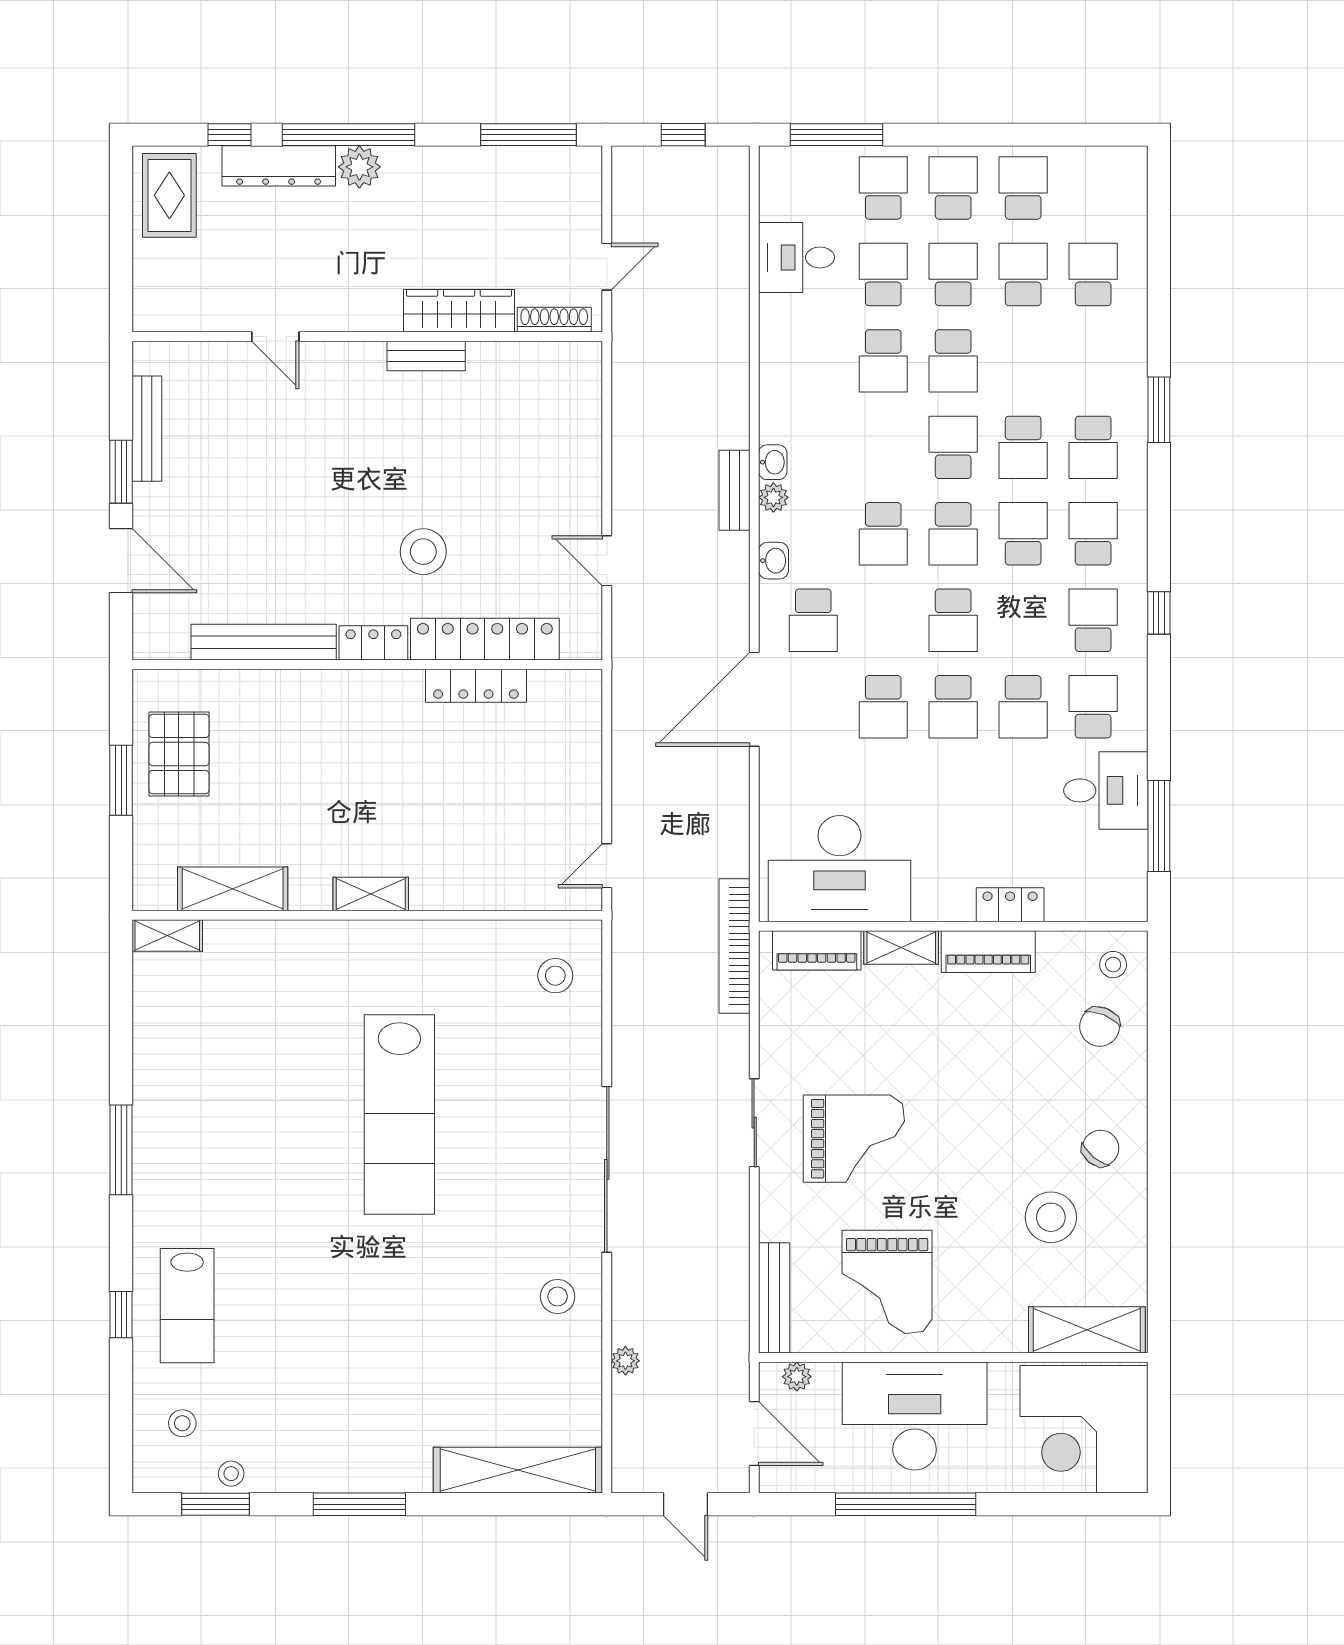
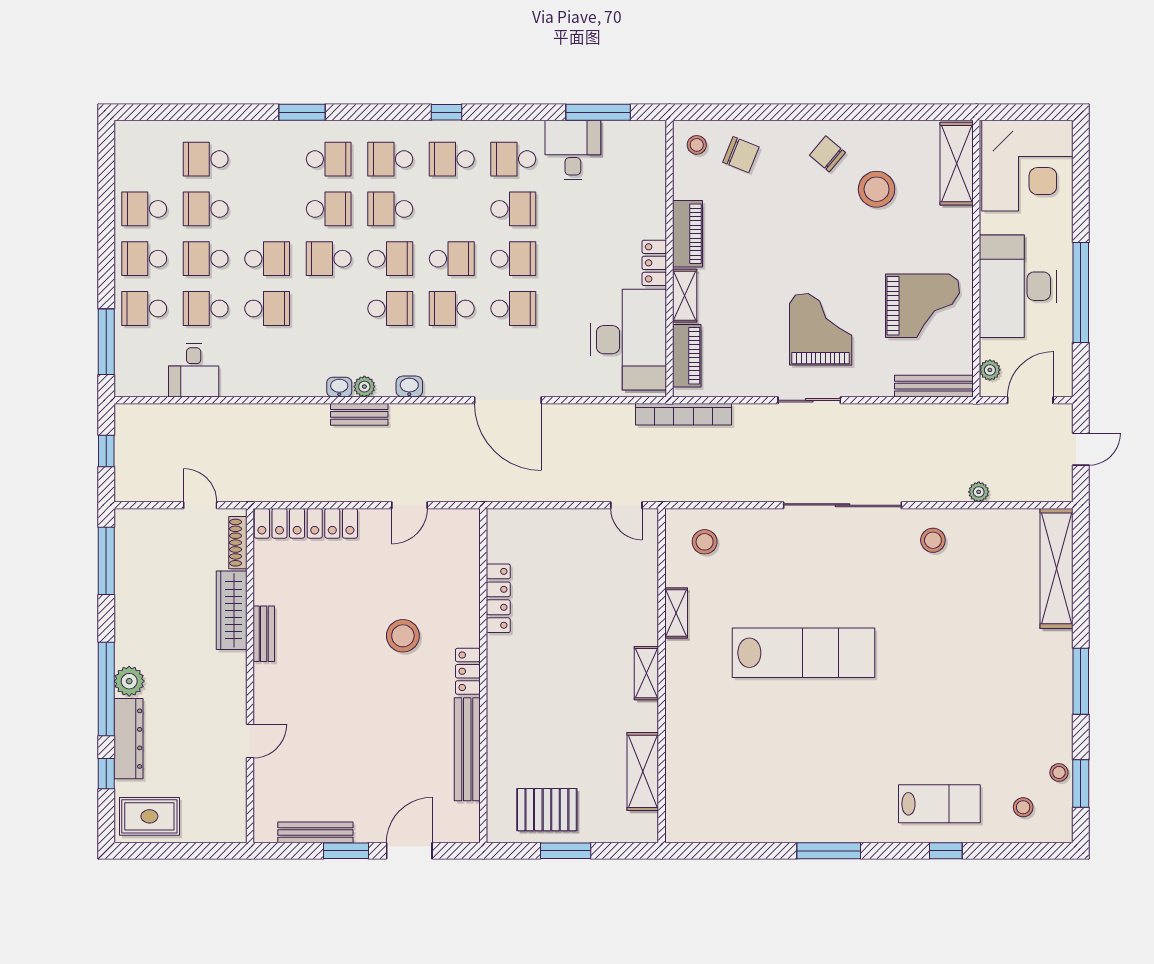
school desk: (813, 620) -> (452, 308), moved, turned 180
locker: (485, 639) -> (306, 523), moved, turned -90
locker: (1010, 905) -> (654, 263), moved
shelving: (167, 936) -> (676, 613), moved

